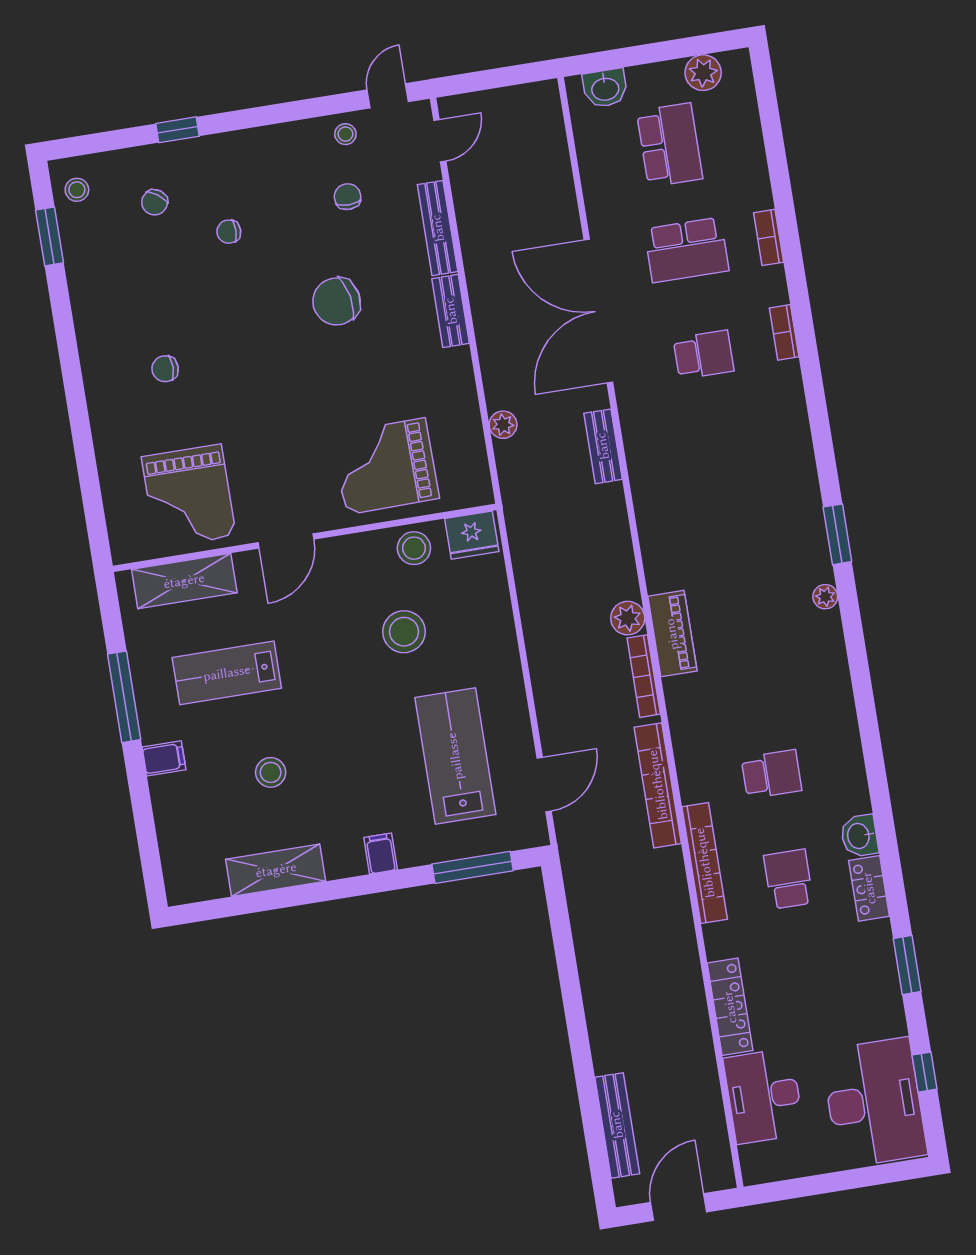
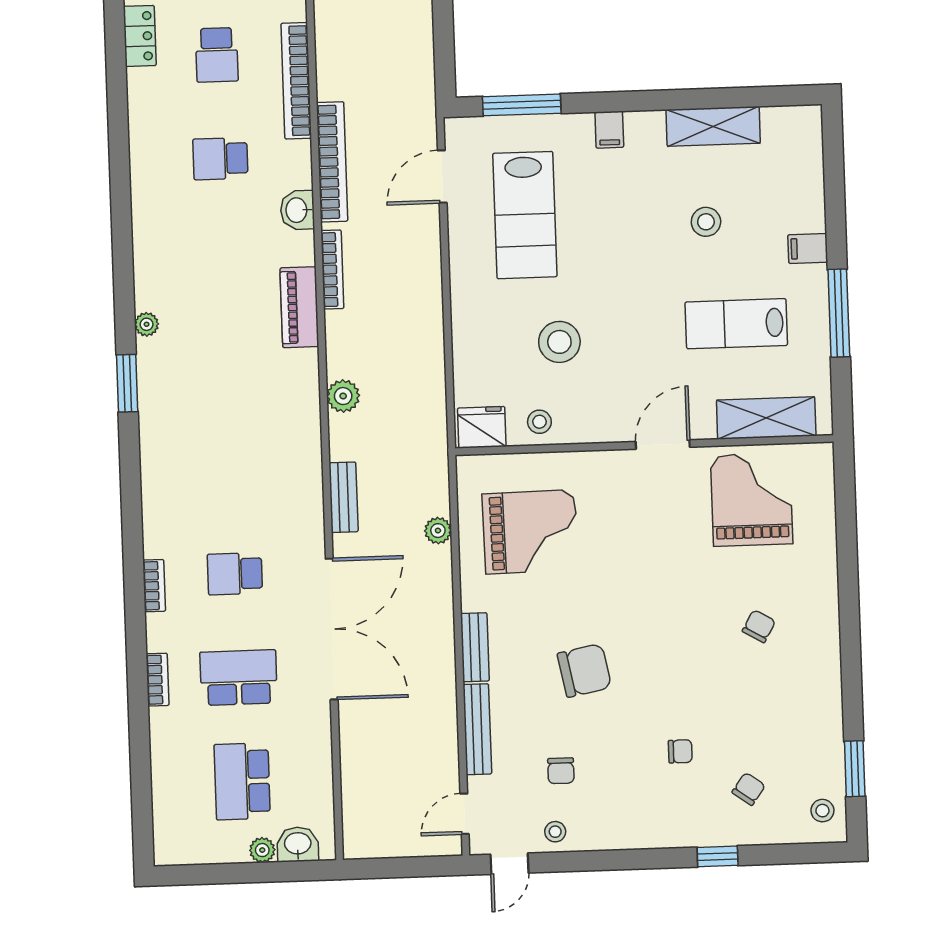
plant: (703, 73) -> (262, 850), moved, width x0.73, depth x0.73
chair: (165, 369) -> (759, 626), turned -60
grand piano: (386, 466) -> (530, 532), moved
stool: (414, 548) -> (539, 422), width x0.73, depth x0.73
plant: (628, 618) -> (343, 396), moved
lab bench: (227, 673) -> (736, 324), turned 180
washbasin: (859, 836) -> (297, 210), moved, turned 180

